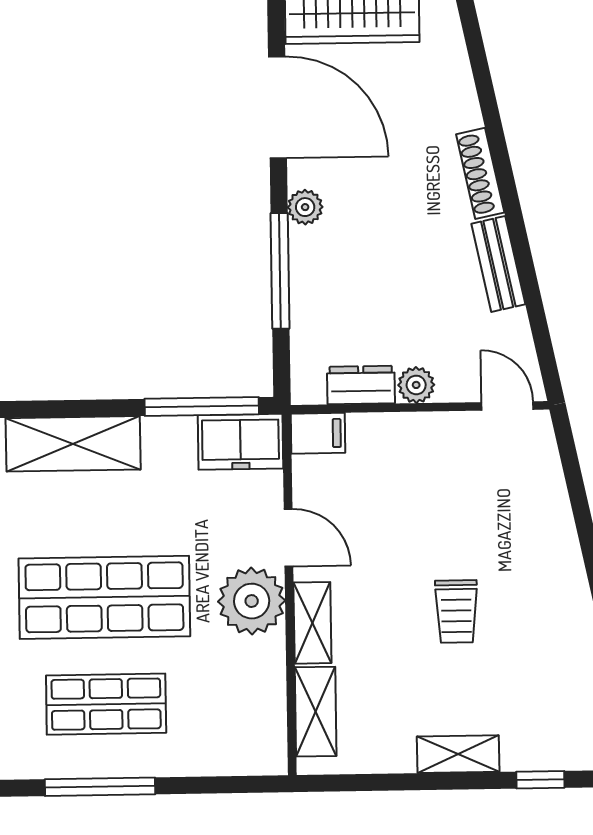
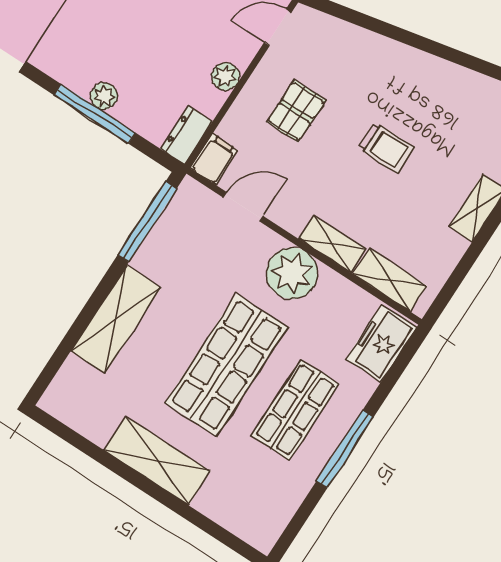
plant: (305, 207) -> (104, 96), moved
dresser: (361, 385) -> (186, 135), moved
freezer: (240, 442) -> (381, 343), moved, turned 180
pallet: (430, 487) -> (296, 111), added
door: (289, 538) -> (243, 207), moved

